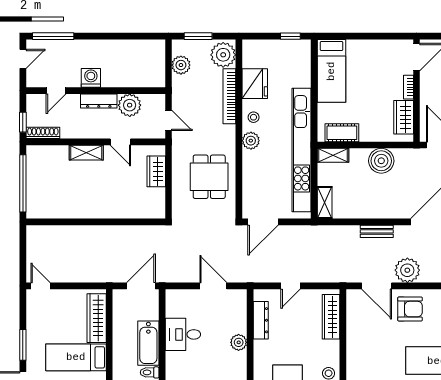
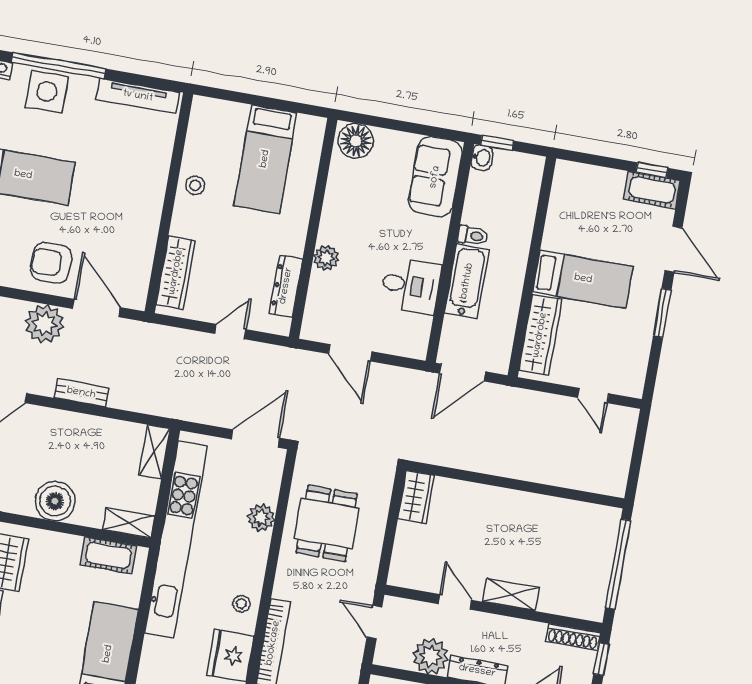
plant: (251, 141) -> (261, 518), moved
wardrobe: (156, 171) -> (416, 497), moved
door: (41, 286) -> (593, 396), moved

